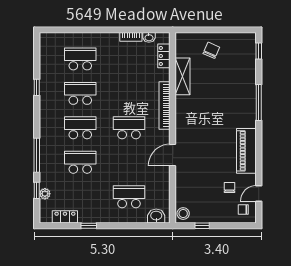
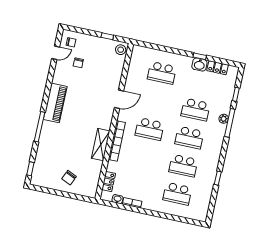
shelving: (183, 76) -> (101, 145), moved
piano: (246, 151) -> (55, 103), moved
plant: (45, 194) -> (224, 119), moved
washbasin: (156, 216) -> (199, 65), moved

